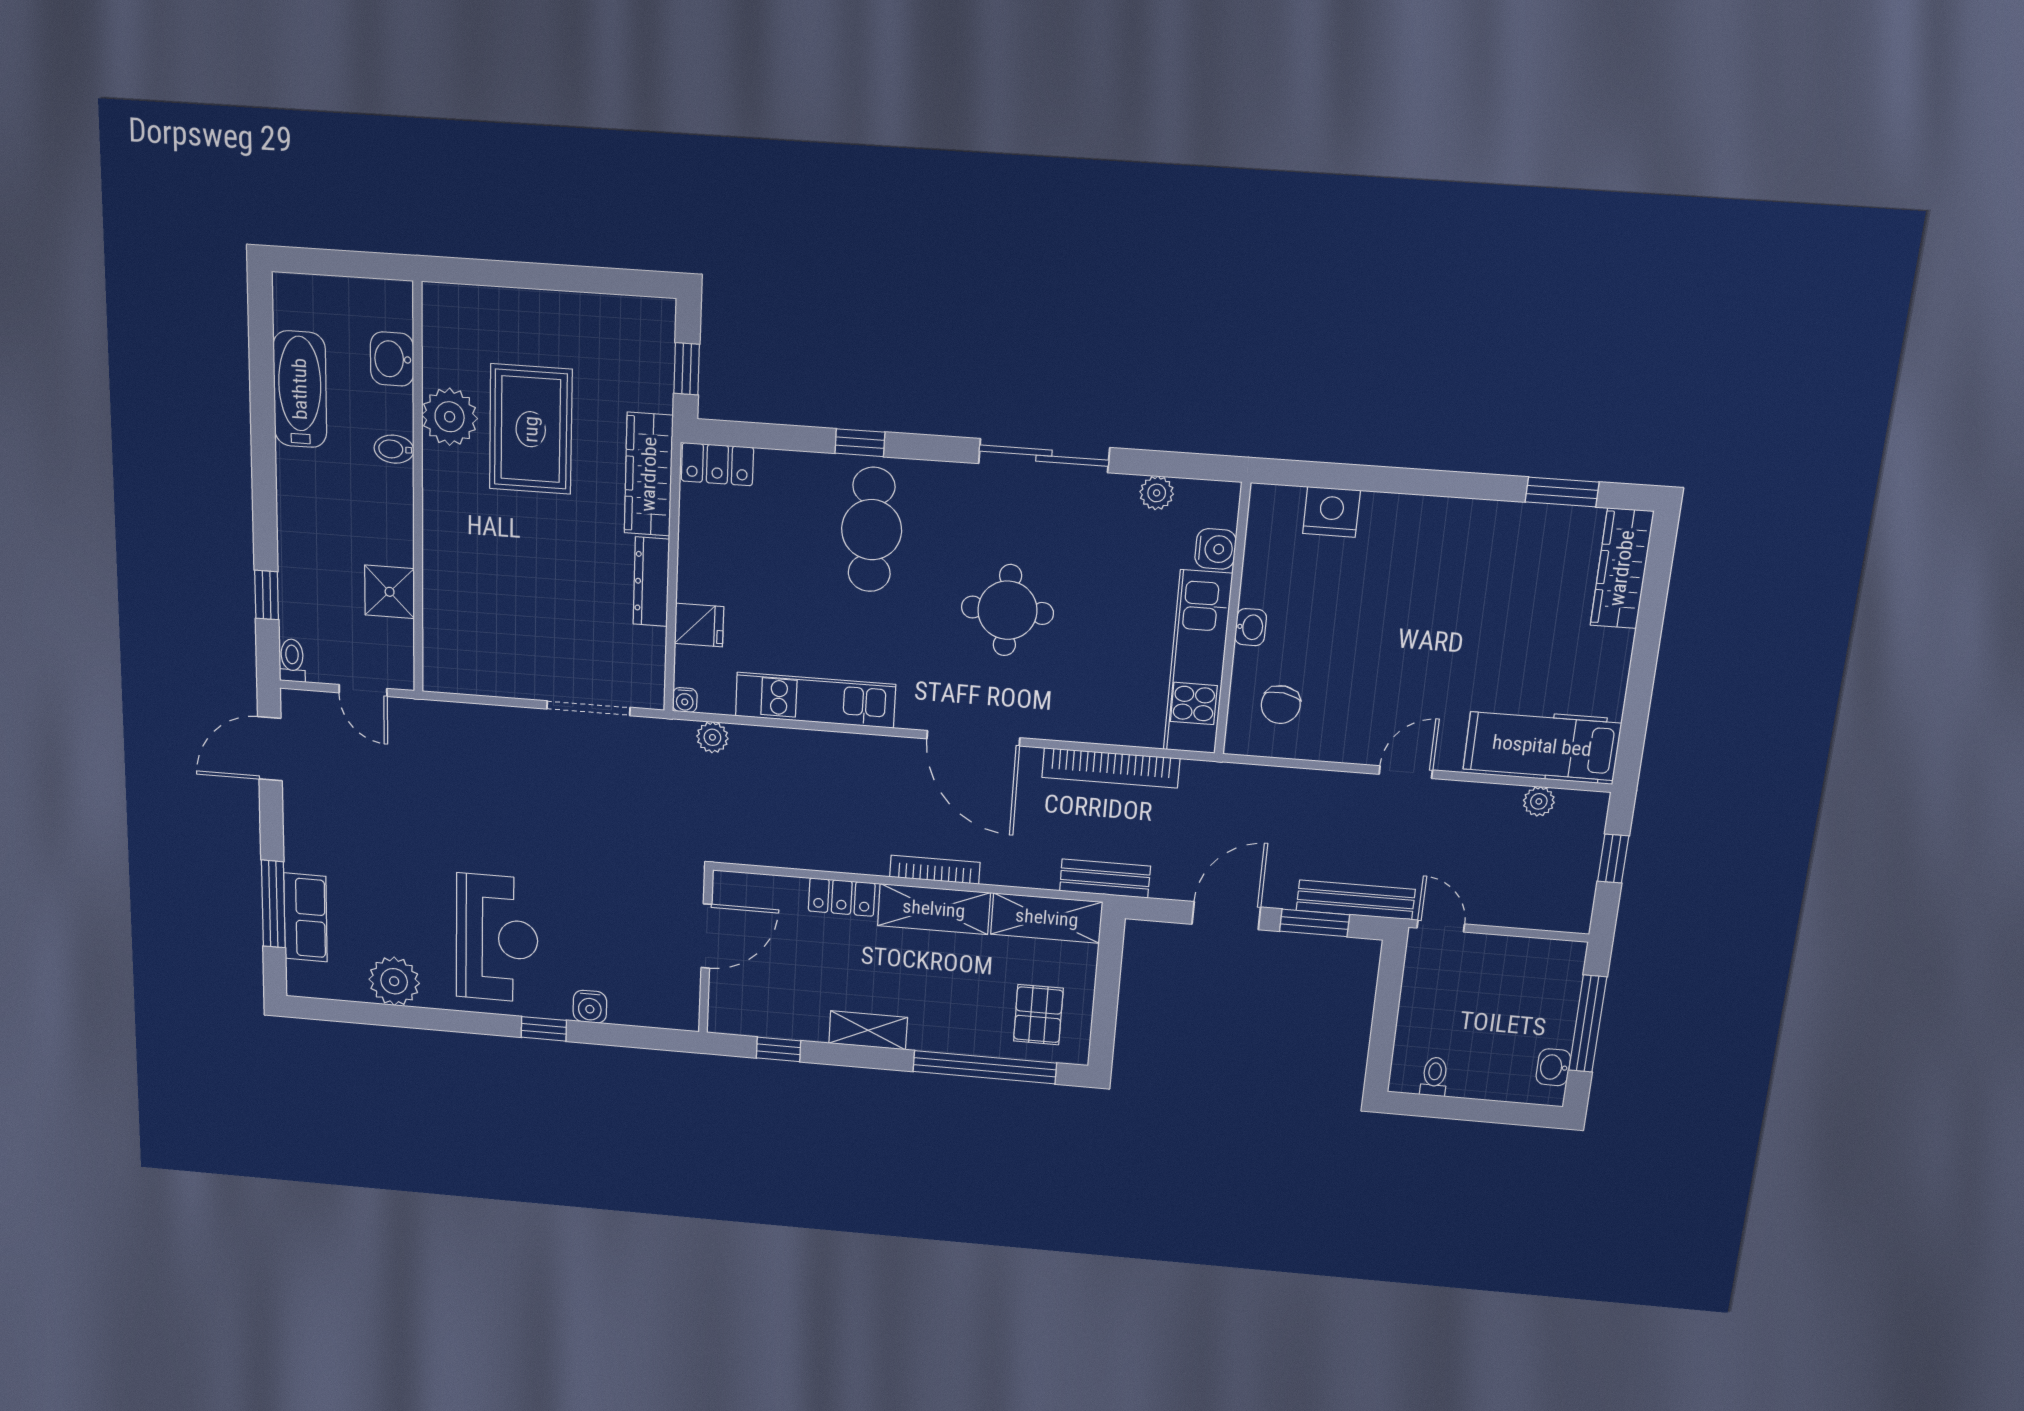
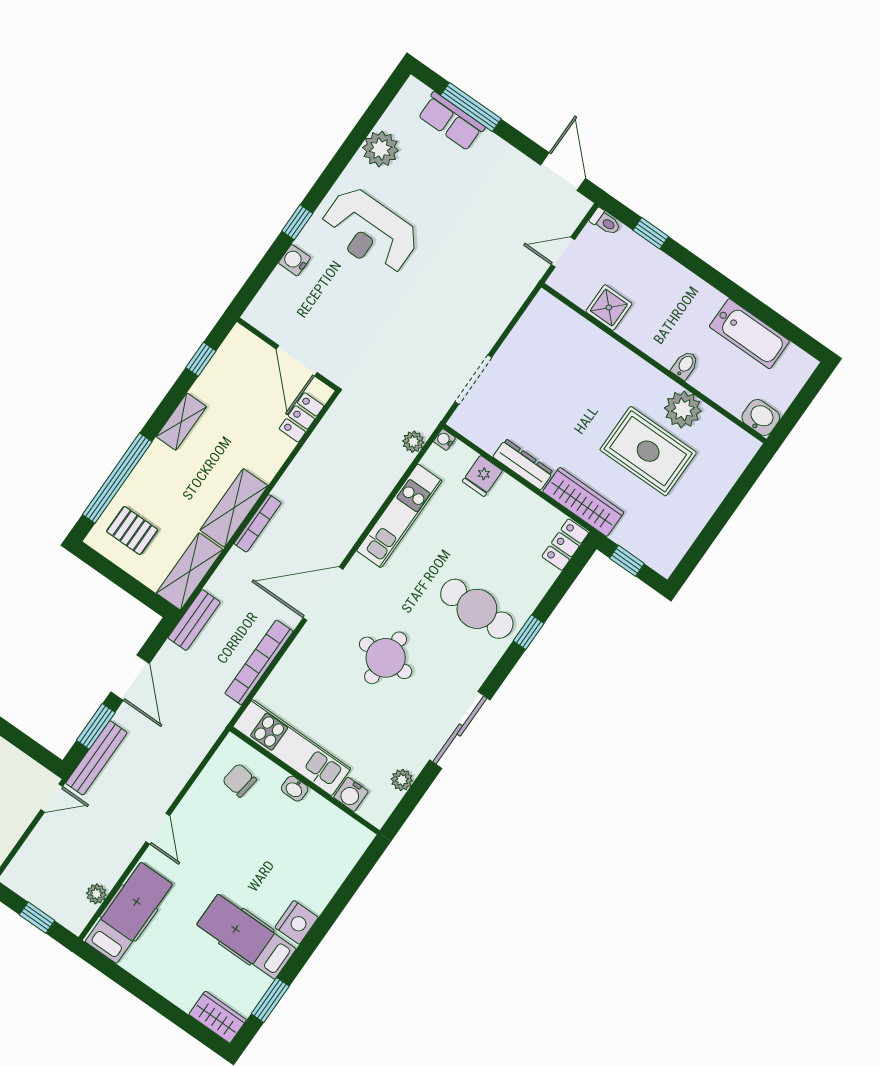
washbasin: (392, 359) -> (761, 417), moved
nightstand: (1332, 512) -> (297, 922), moved
wardrobe: (1622, 568) -> (218, 1017), width x0.67
hospital bed: (1490, 575) -> (246, 937), added
locker: (842, 897) -> (301, 417), moved

